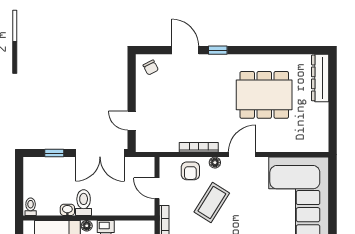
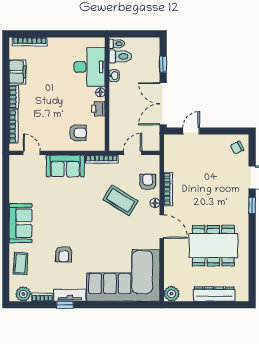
dresser: (320, 78) -> (214, 294), moved
dining table: (264, 95) -> (213, 246), turned 90
plant: (320, 143) -> (172, 294), added
armchair: (190, 171) -> (148, 182), turned 90
toilet: (84, 203) -> (120, 56), moved

